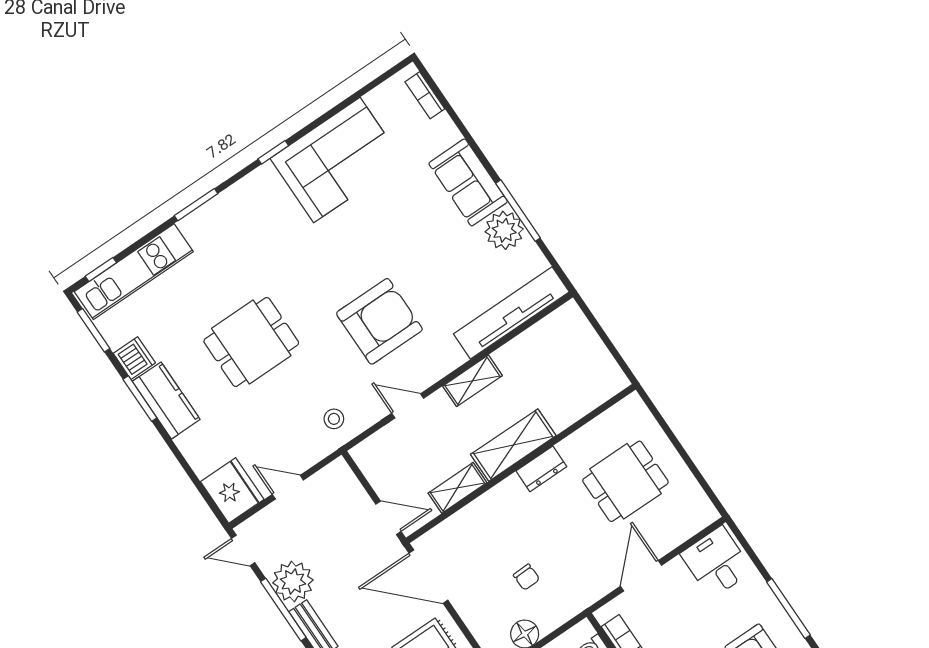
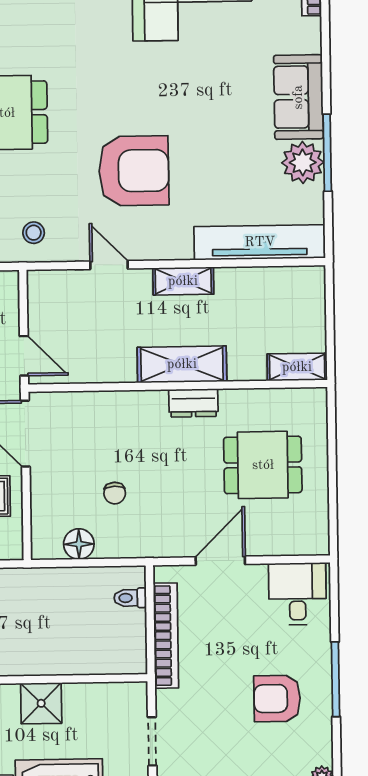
shelving: (457, 488) -> (297, 367), moved

